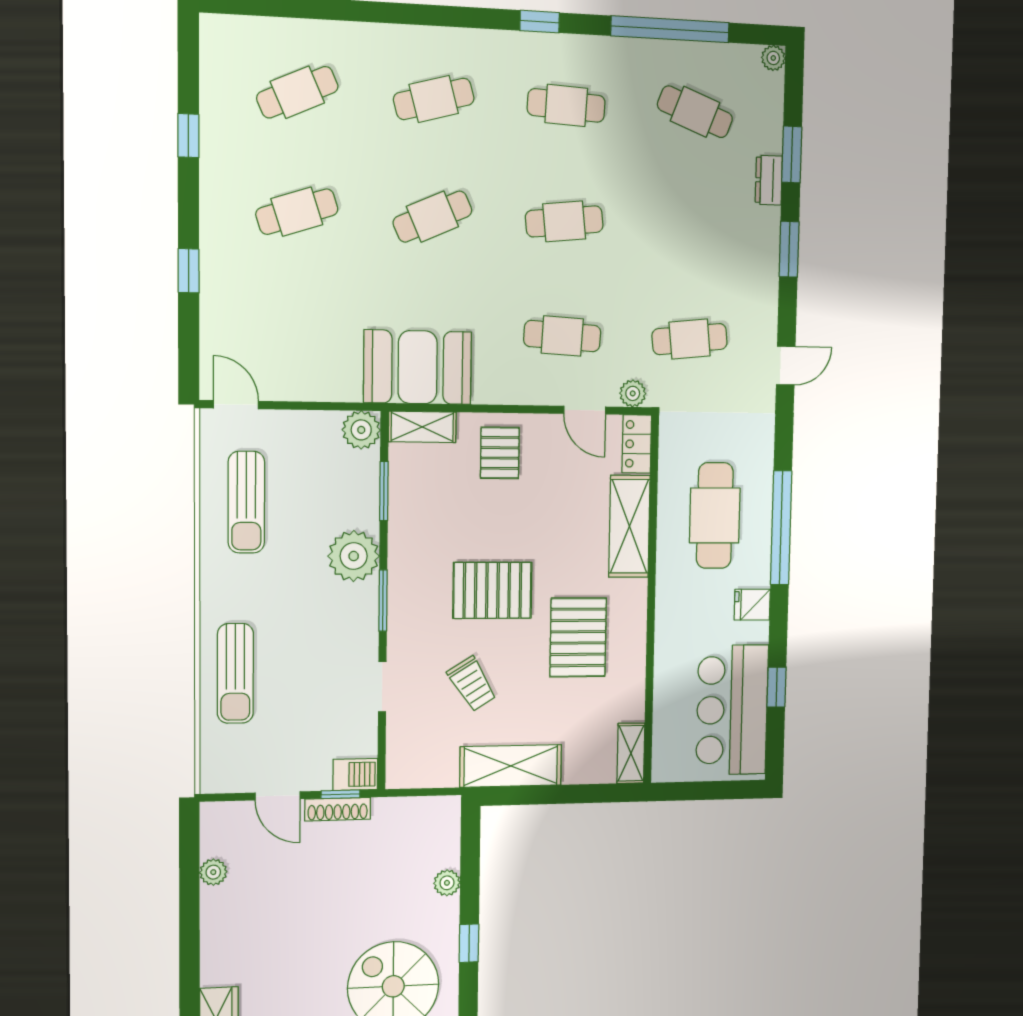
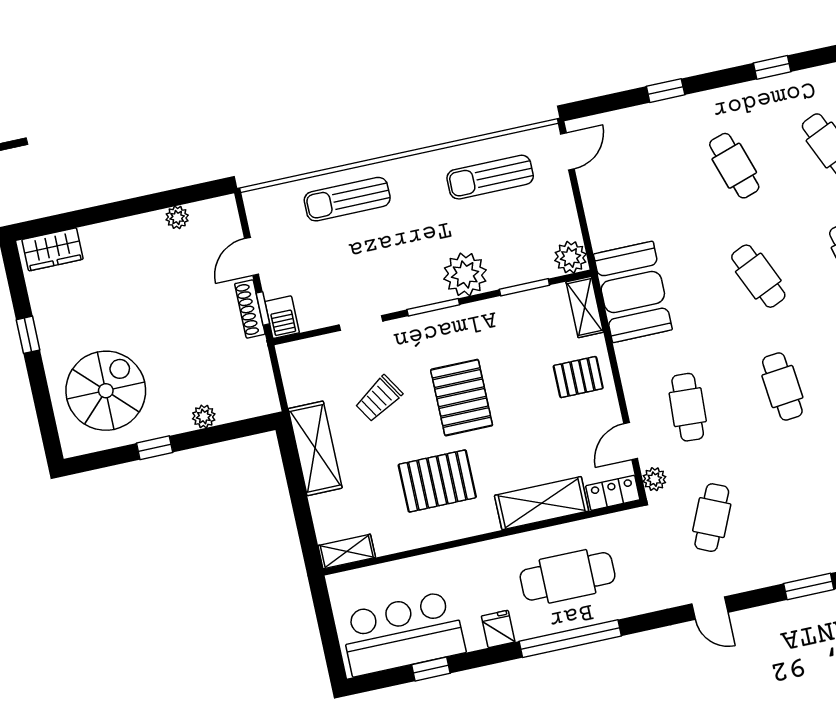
cafe table: (690, 339) -> (712, 518), turned 30

